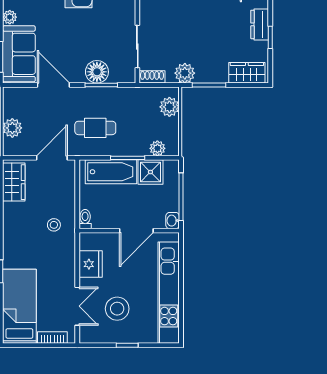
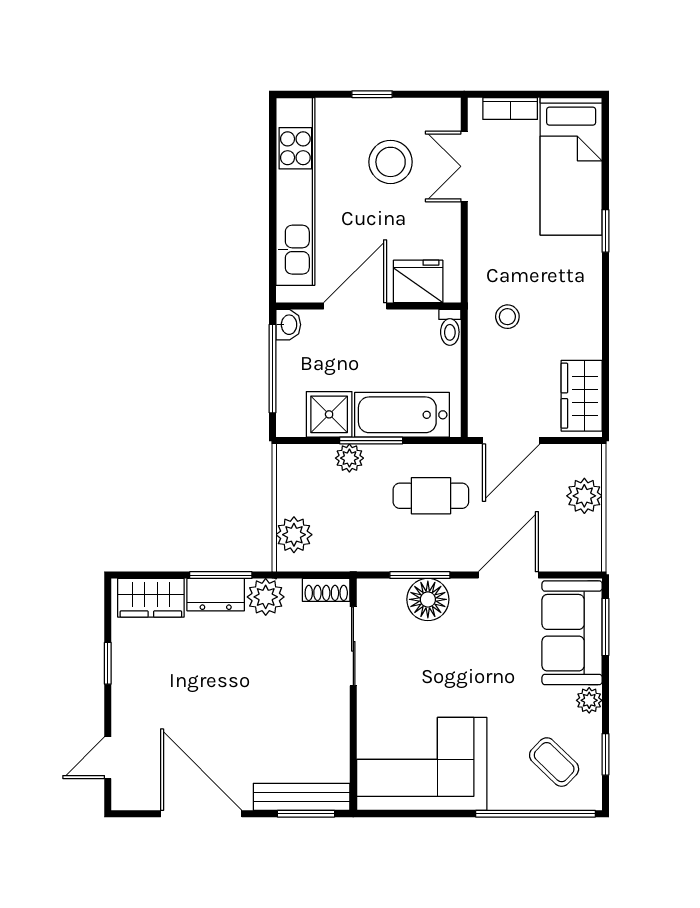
dresser: (260, 24) -> (216, 595), moved, turned 90
door: (53, 85) -> (508, 575), swing flipped
plant: (157, 148) -> (349, 458), moved
fridge: (91, 264) -> (418, 281), moved, turned 90

